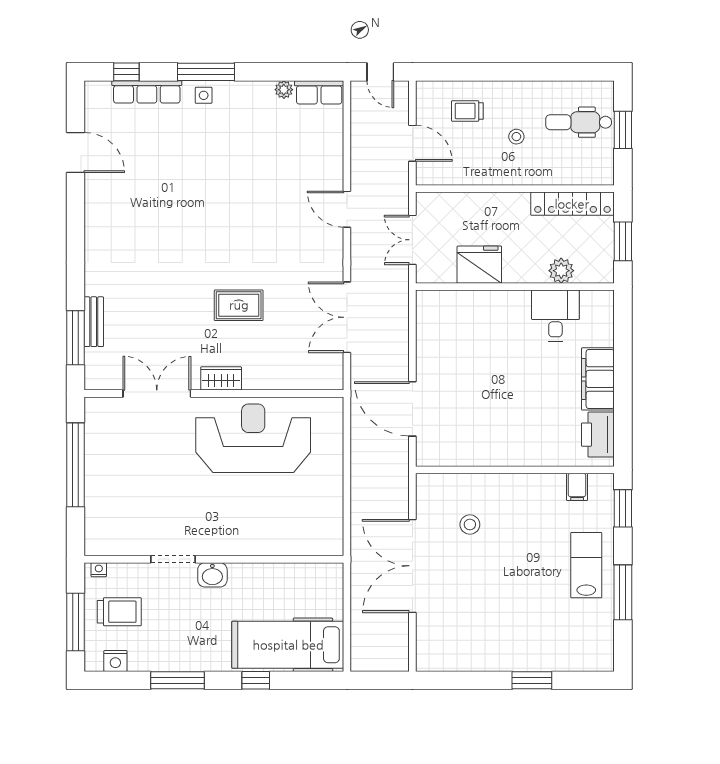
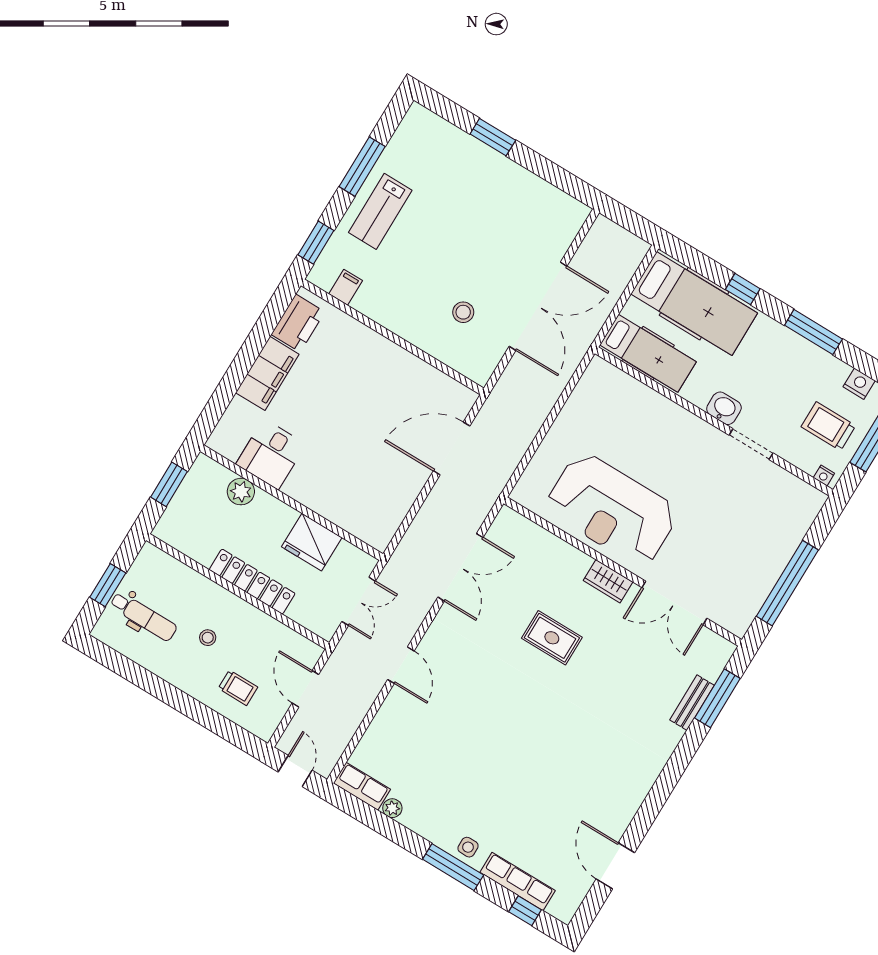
locker: (572, 204) -> (252, 582), moved
door: (412, 409) -> (452, 448), swing flipped
hospital bed: (301, 582) -> (648, 353), added

